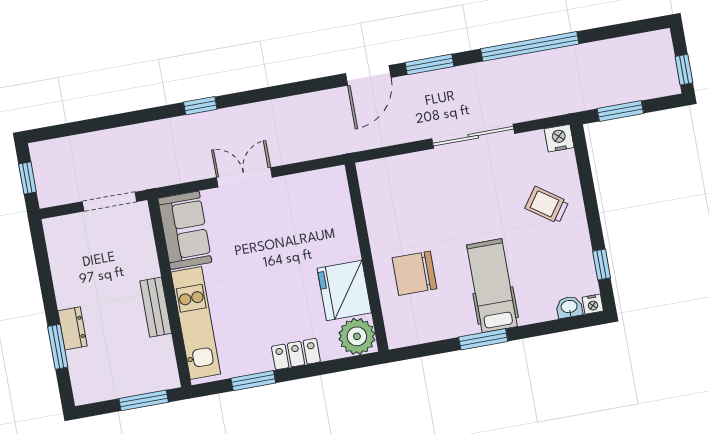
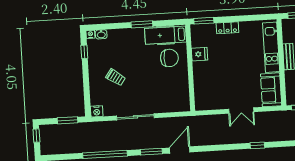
trolley: (547, 205) -> (116, 77), moved
hospital bed: (492, 286) -> (165, 35), moved, turned 90
fridge: (344, 291) -> (199, 54), width x0.53, depth x0.75
plant: (357, 336) -> (199, 33), removed
window: (253, 381) -> (204, 21), moved

